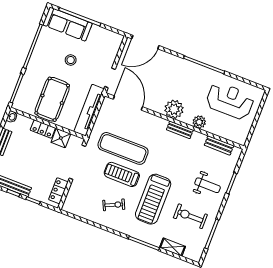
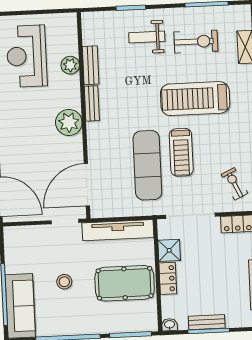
plant: (199, 122) -> (70, 65), moved
bench: (219, 145) -> (91, 65), moved
weight bench: (208, 185) -> (147, 37), turned -90
treadmill: (153, 199) -> (195, 99), turned 180
exercise bike: (114, 205) -> (235, 184), moved
exercise bike: (190, 216) -> (196, 42), turned -90

